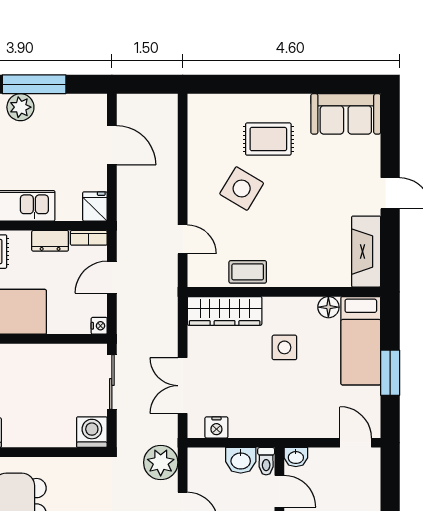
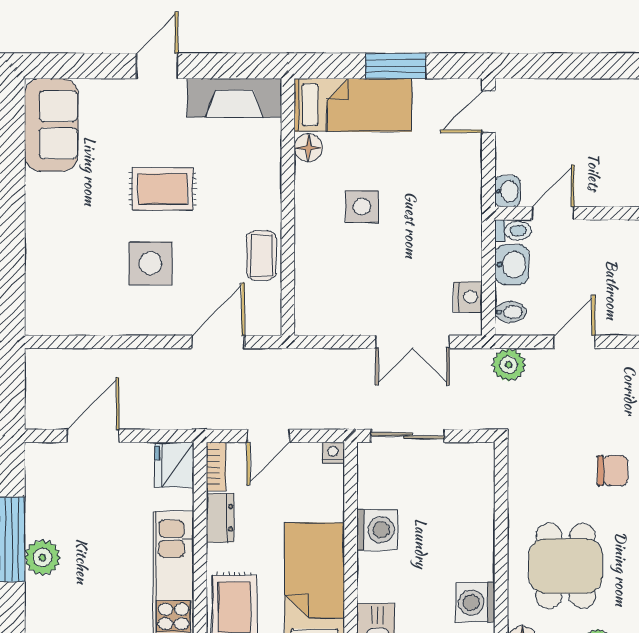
rug: (268, 139) -> (163, 189), moved, turned 90
side table: (242, 188) -> (151, 263), turned -31
fridge: (95, 206) -> (174, 465), width x1.38
door: (183, 239) -> (218, 342), width x1.38
door: (112, 277) -> (268, 436), hinge flipped
wardrobe: (225, 311) -> (313, 286), removed
washing machine: (92, 432) -> (377, 530), moved, turned 180
bidet: (205, 459) -> (510, 312), added
plant: (161, 462) -> (509, 365), width x0.73, depth x0.73

